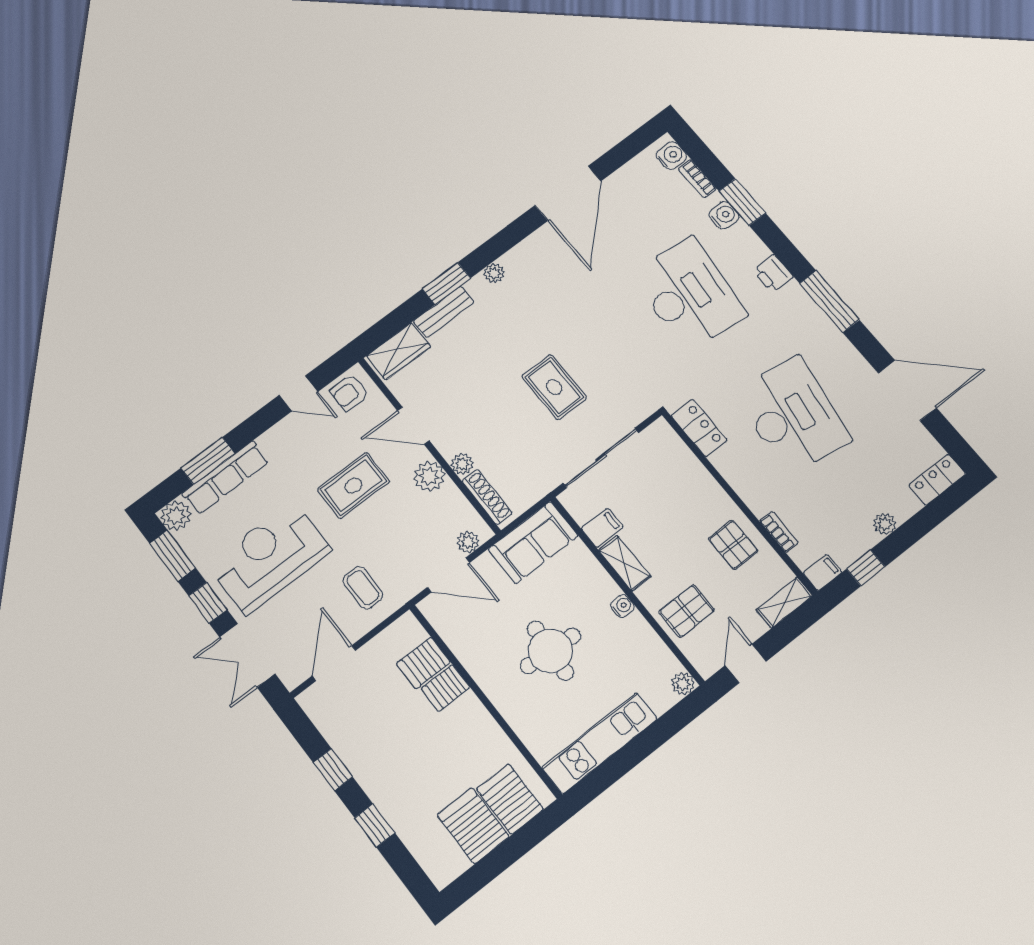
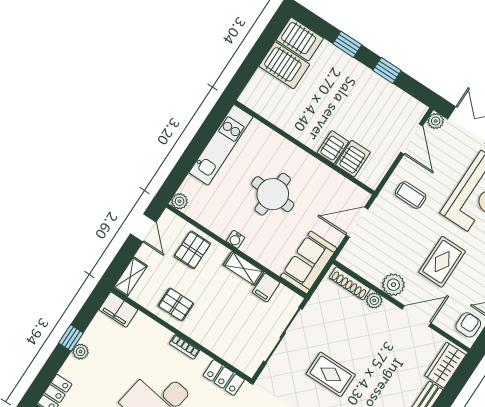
bookcase: (779, 532) -> (185, 347), moved
plant: (468, 542) -> (436, 121), moved
window: (866, 568) -> (71, 338), moved
filing cabinet: (822, 573) -> (118, 310), width x2.00
server rack: (510, 799) -> (300, 39), moved

